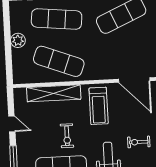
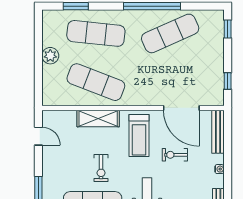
shelving: (54, 93) -> (98, 118), width x0.68
door: (12, 124) -> (38, 136), moved
exercise bike: (139, 142) -> (175, 155), moved

